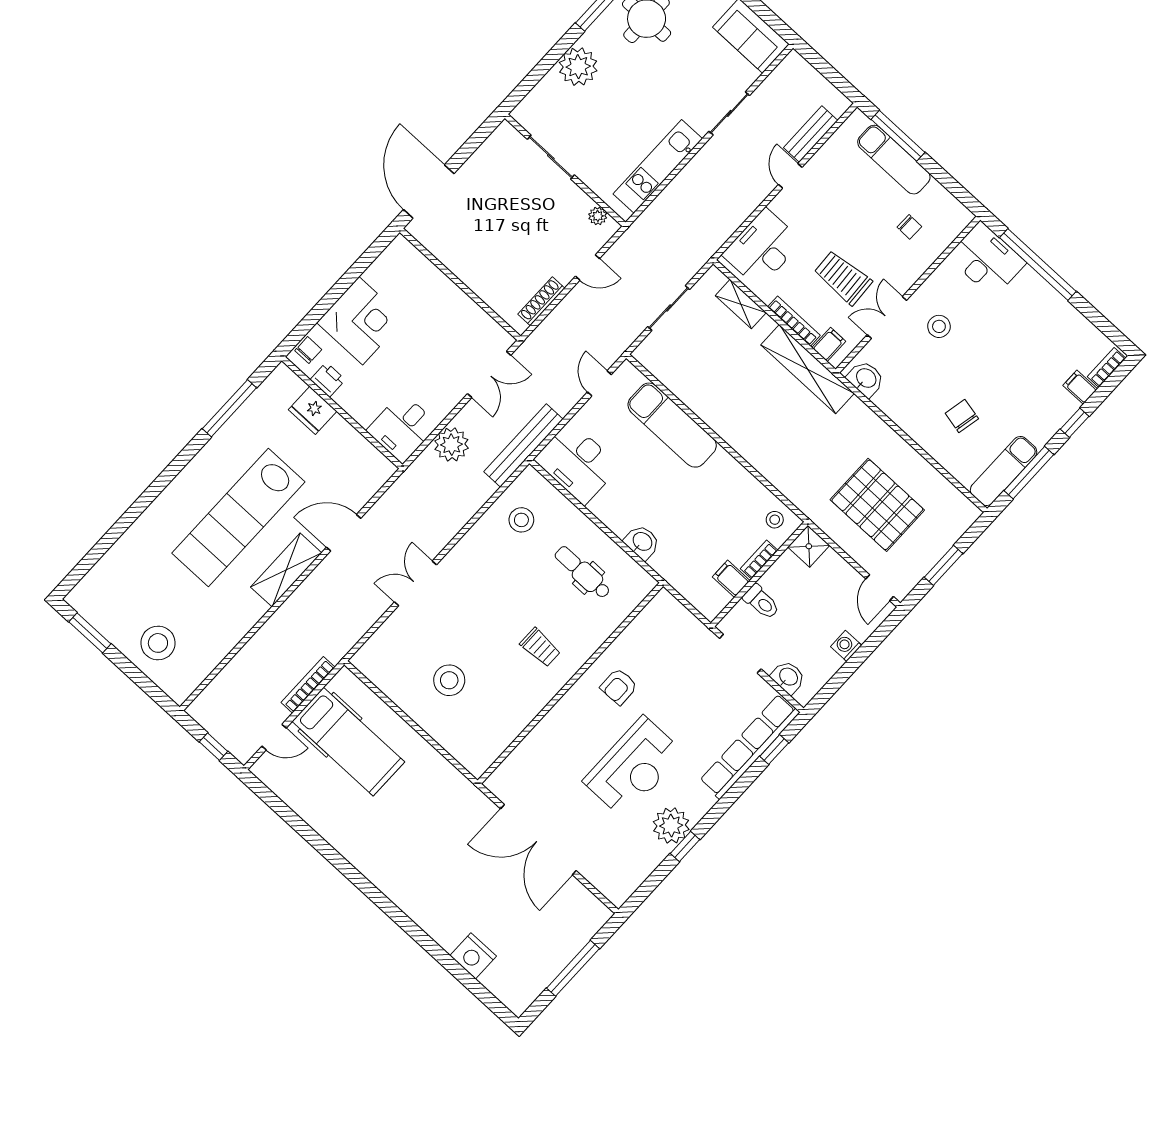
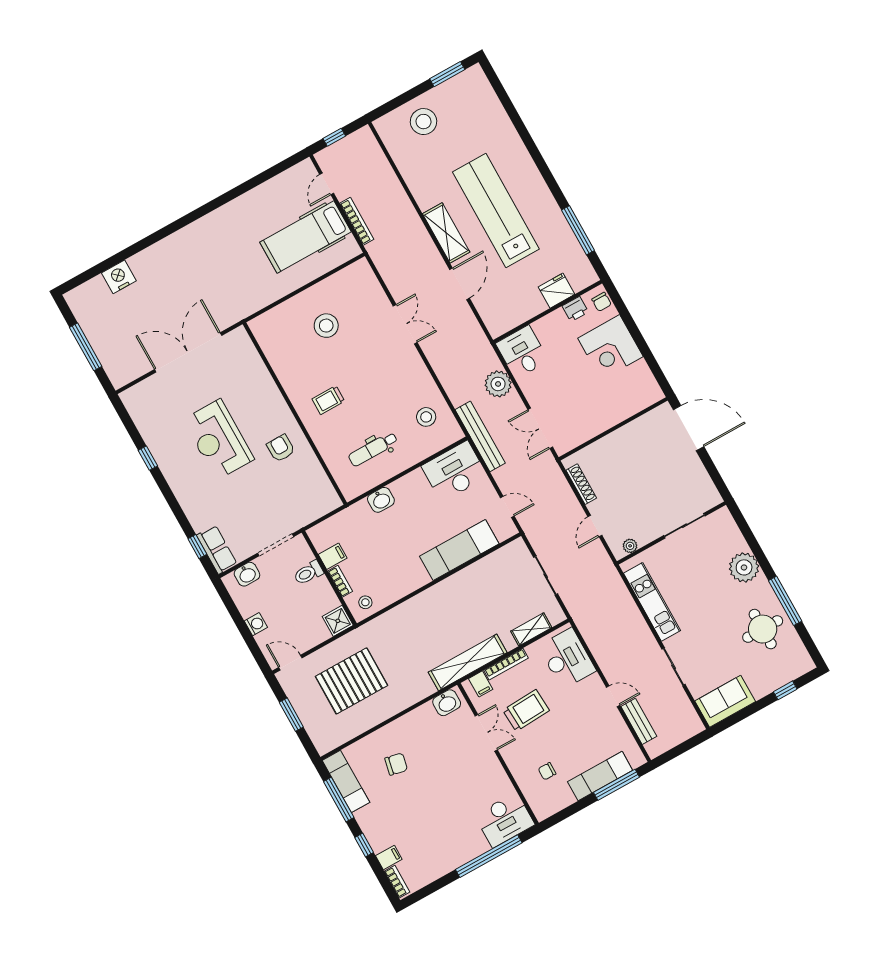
stool: (939, 326) -> (467, 769), removed
dental chair: (583, 572) -> (373, 449), turned 180
row of seats: (750, 746) -> (217, 550), width x0.50
plant: (671, 826) -> (167, 453), removed

